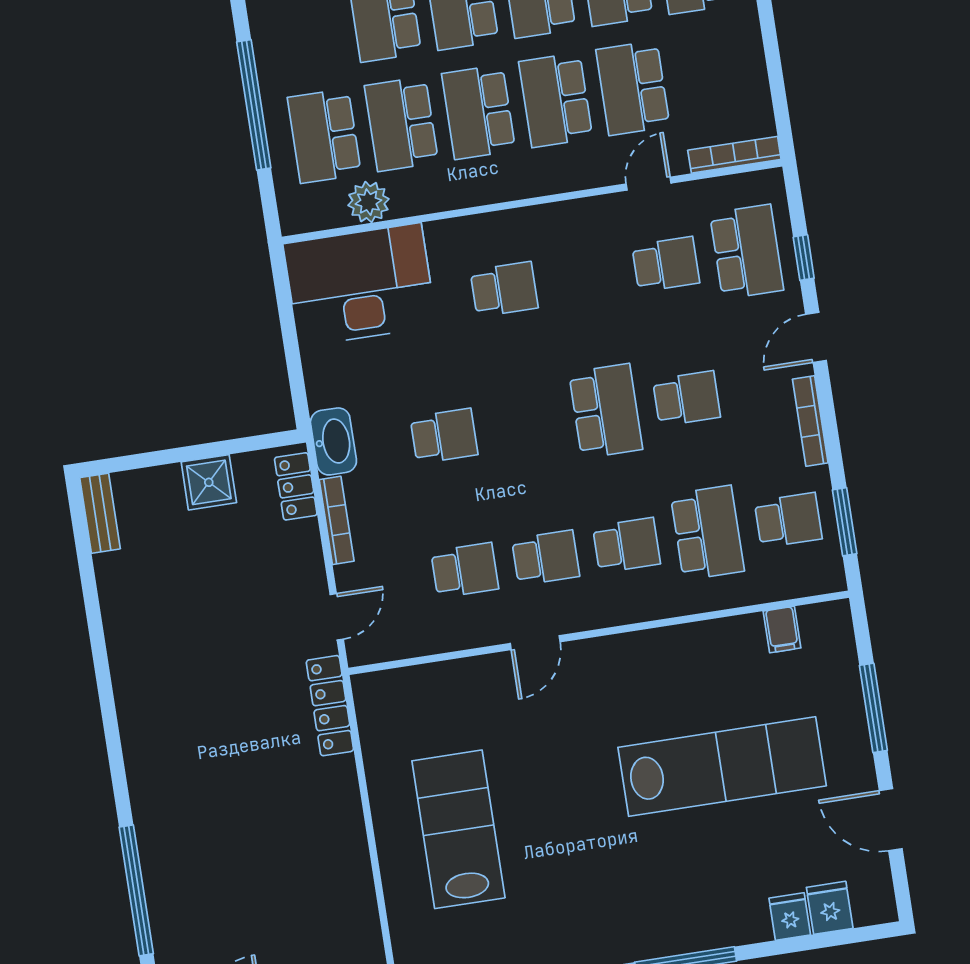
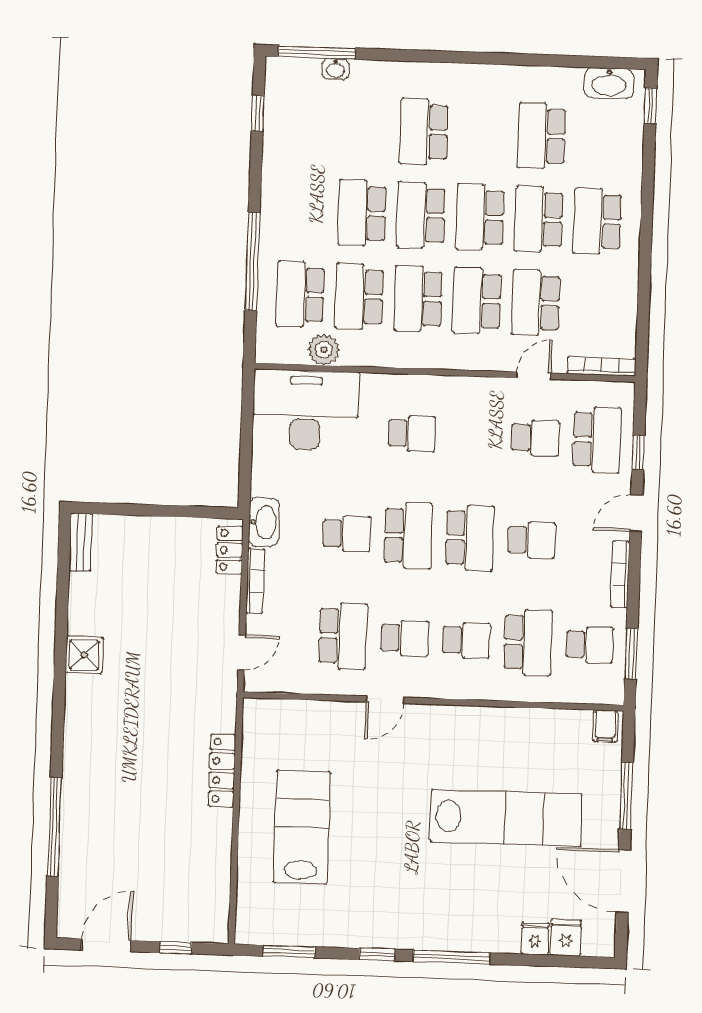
school desk: (525, 423) -> (408, 536), added
shower: (209, 482) -> (84, 655), moved
school desk: (465, 570) -> (343, 636), width x1.85
filing cabinet: (782, 630) -> (605, 726), moved
locker: (330, 706) -> (222, 771), moved
door: (891, 820) -> (623, 881), width x1.36

